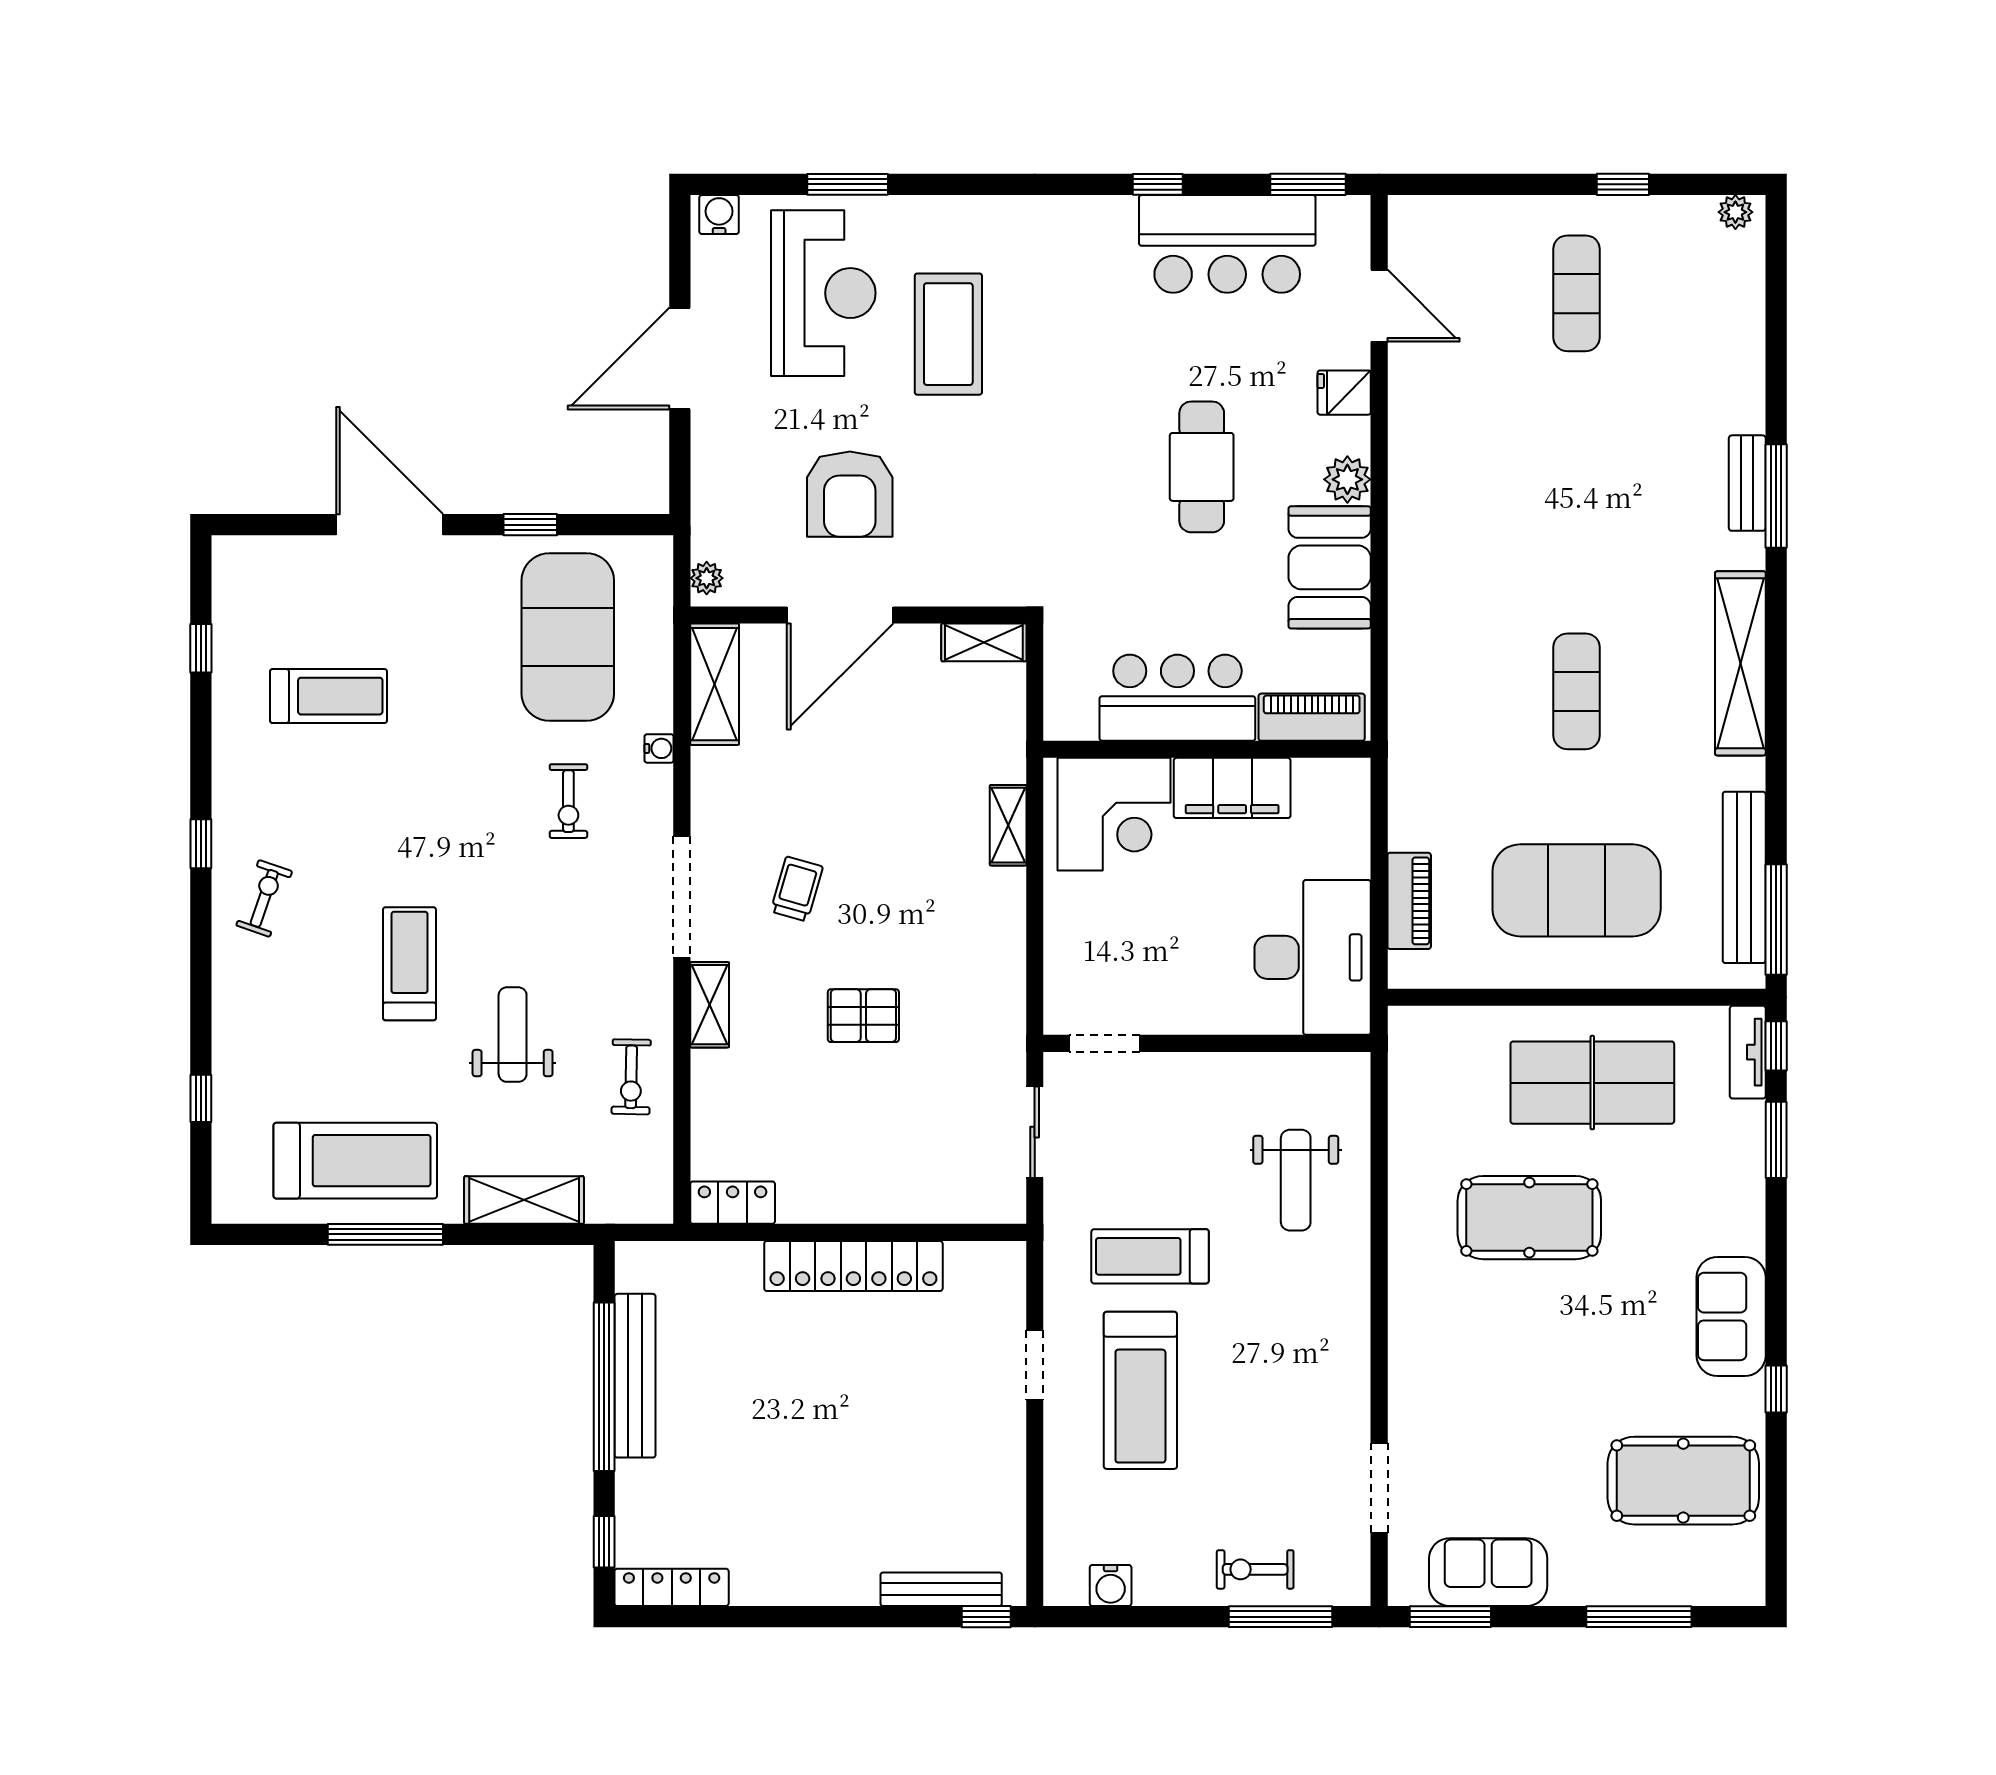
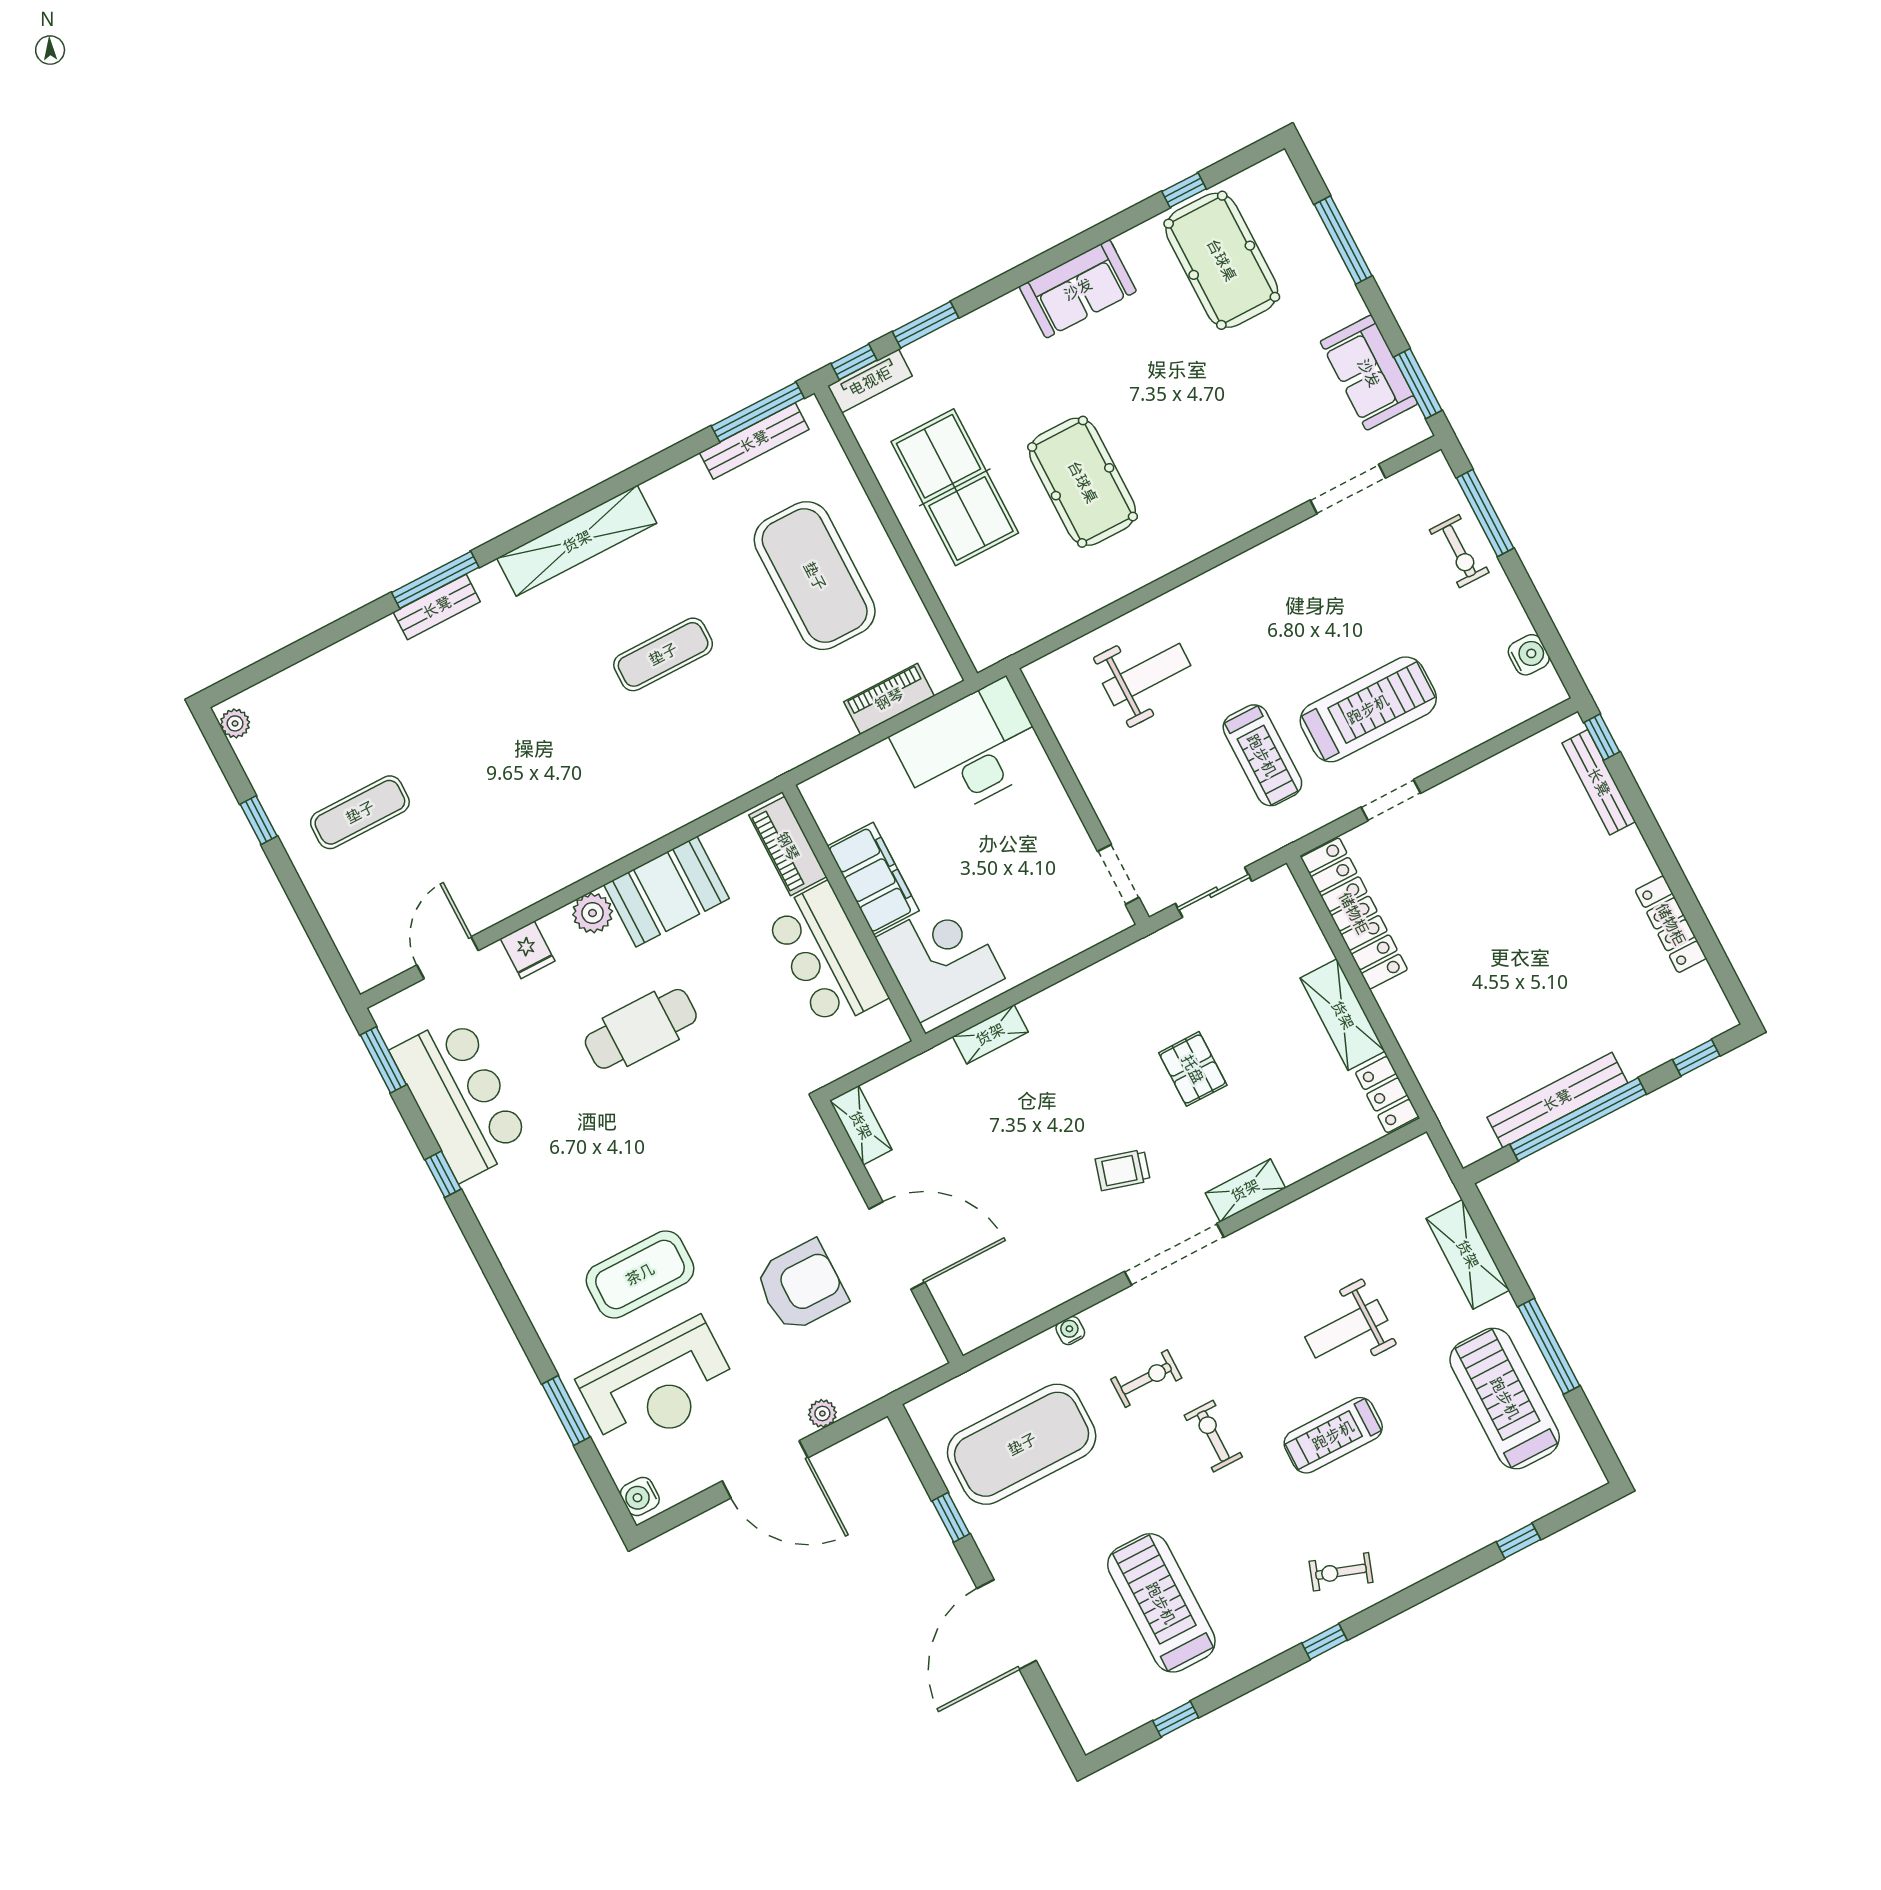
reception desk: (823, 293) -> (658, 1386), turned 180
plant: (707, 578) -> (822, 1413), moved
shelving: (715, 684) -> (1343, 1015), moved, turned 90
treadmill: (329, 696) -> (1161, 1603), width x1.37, depth x1.38
bench: (1744, 877) -> (754, 441), width x0.73, depth x0.82
exercise bike: (631, 1077) -> (1213, 1436), moved, turned -91
locker: (853, 1266) -> (1354, 913), moved
window: (1776, 1389) -> (1184, 190), moved
locker: (672, 1587) -> (1671, 924), moved

